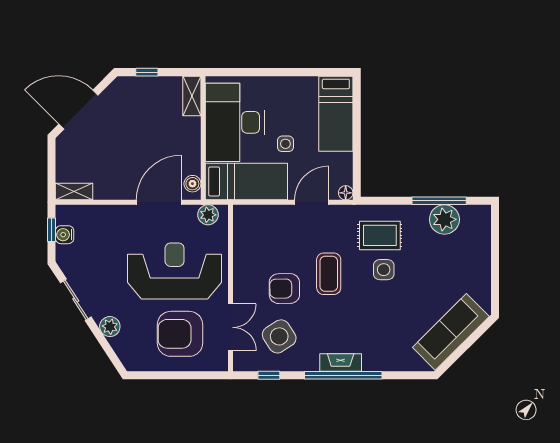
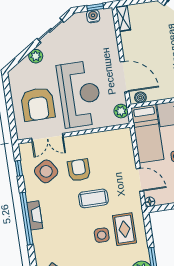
armchair: (180, 334) -> (38, 104), turned 180

